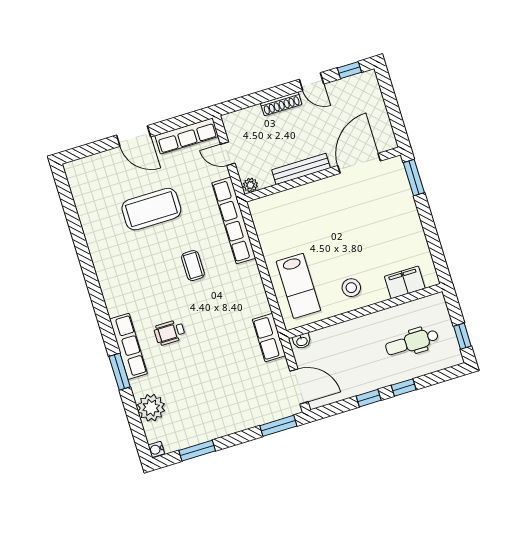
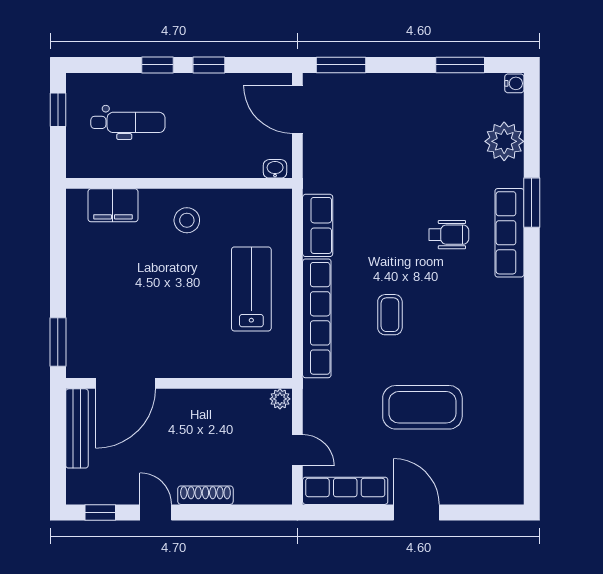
bench: (301, 169) -> (77, 428), moved, turned 90
row of seats: (234, 220) -> (317, 318), moved
lab bench: (298, 286) -> (251, 289), moved
row of seats: (269, 338) -> (318, 225), moved

